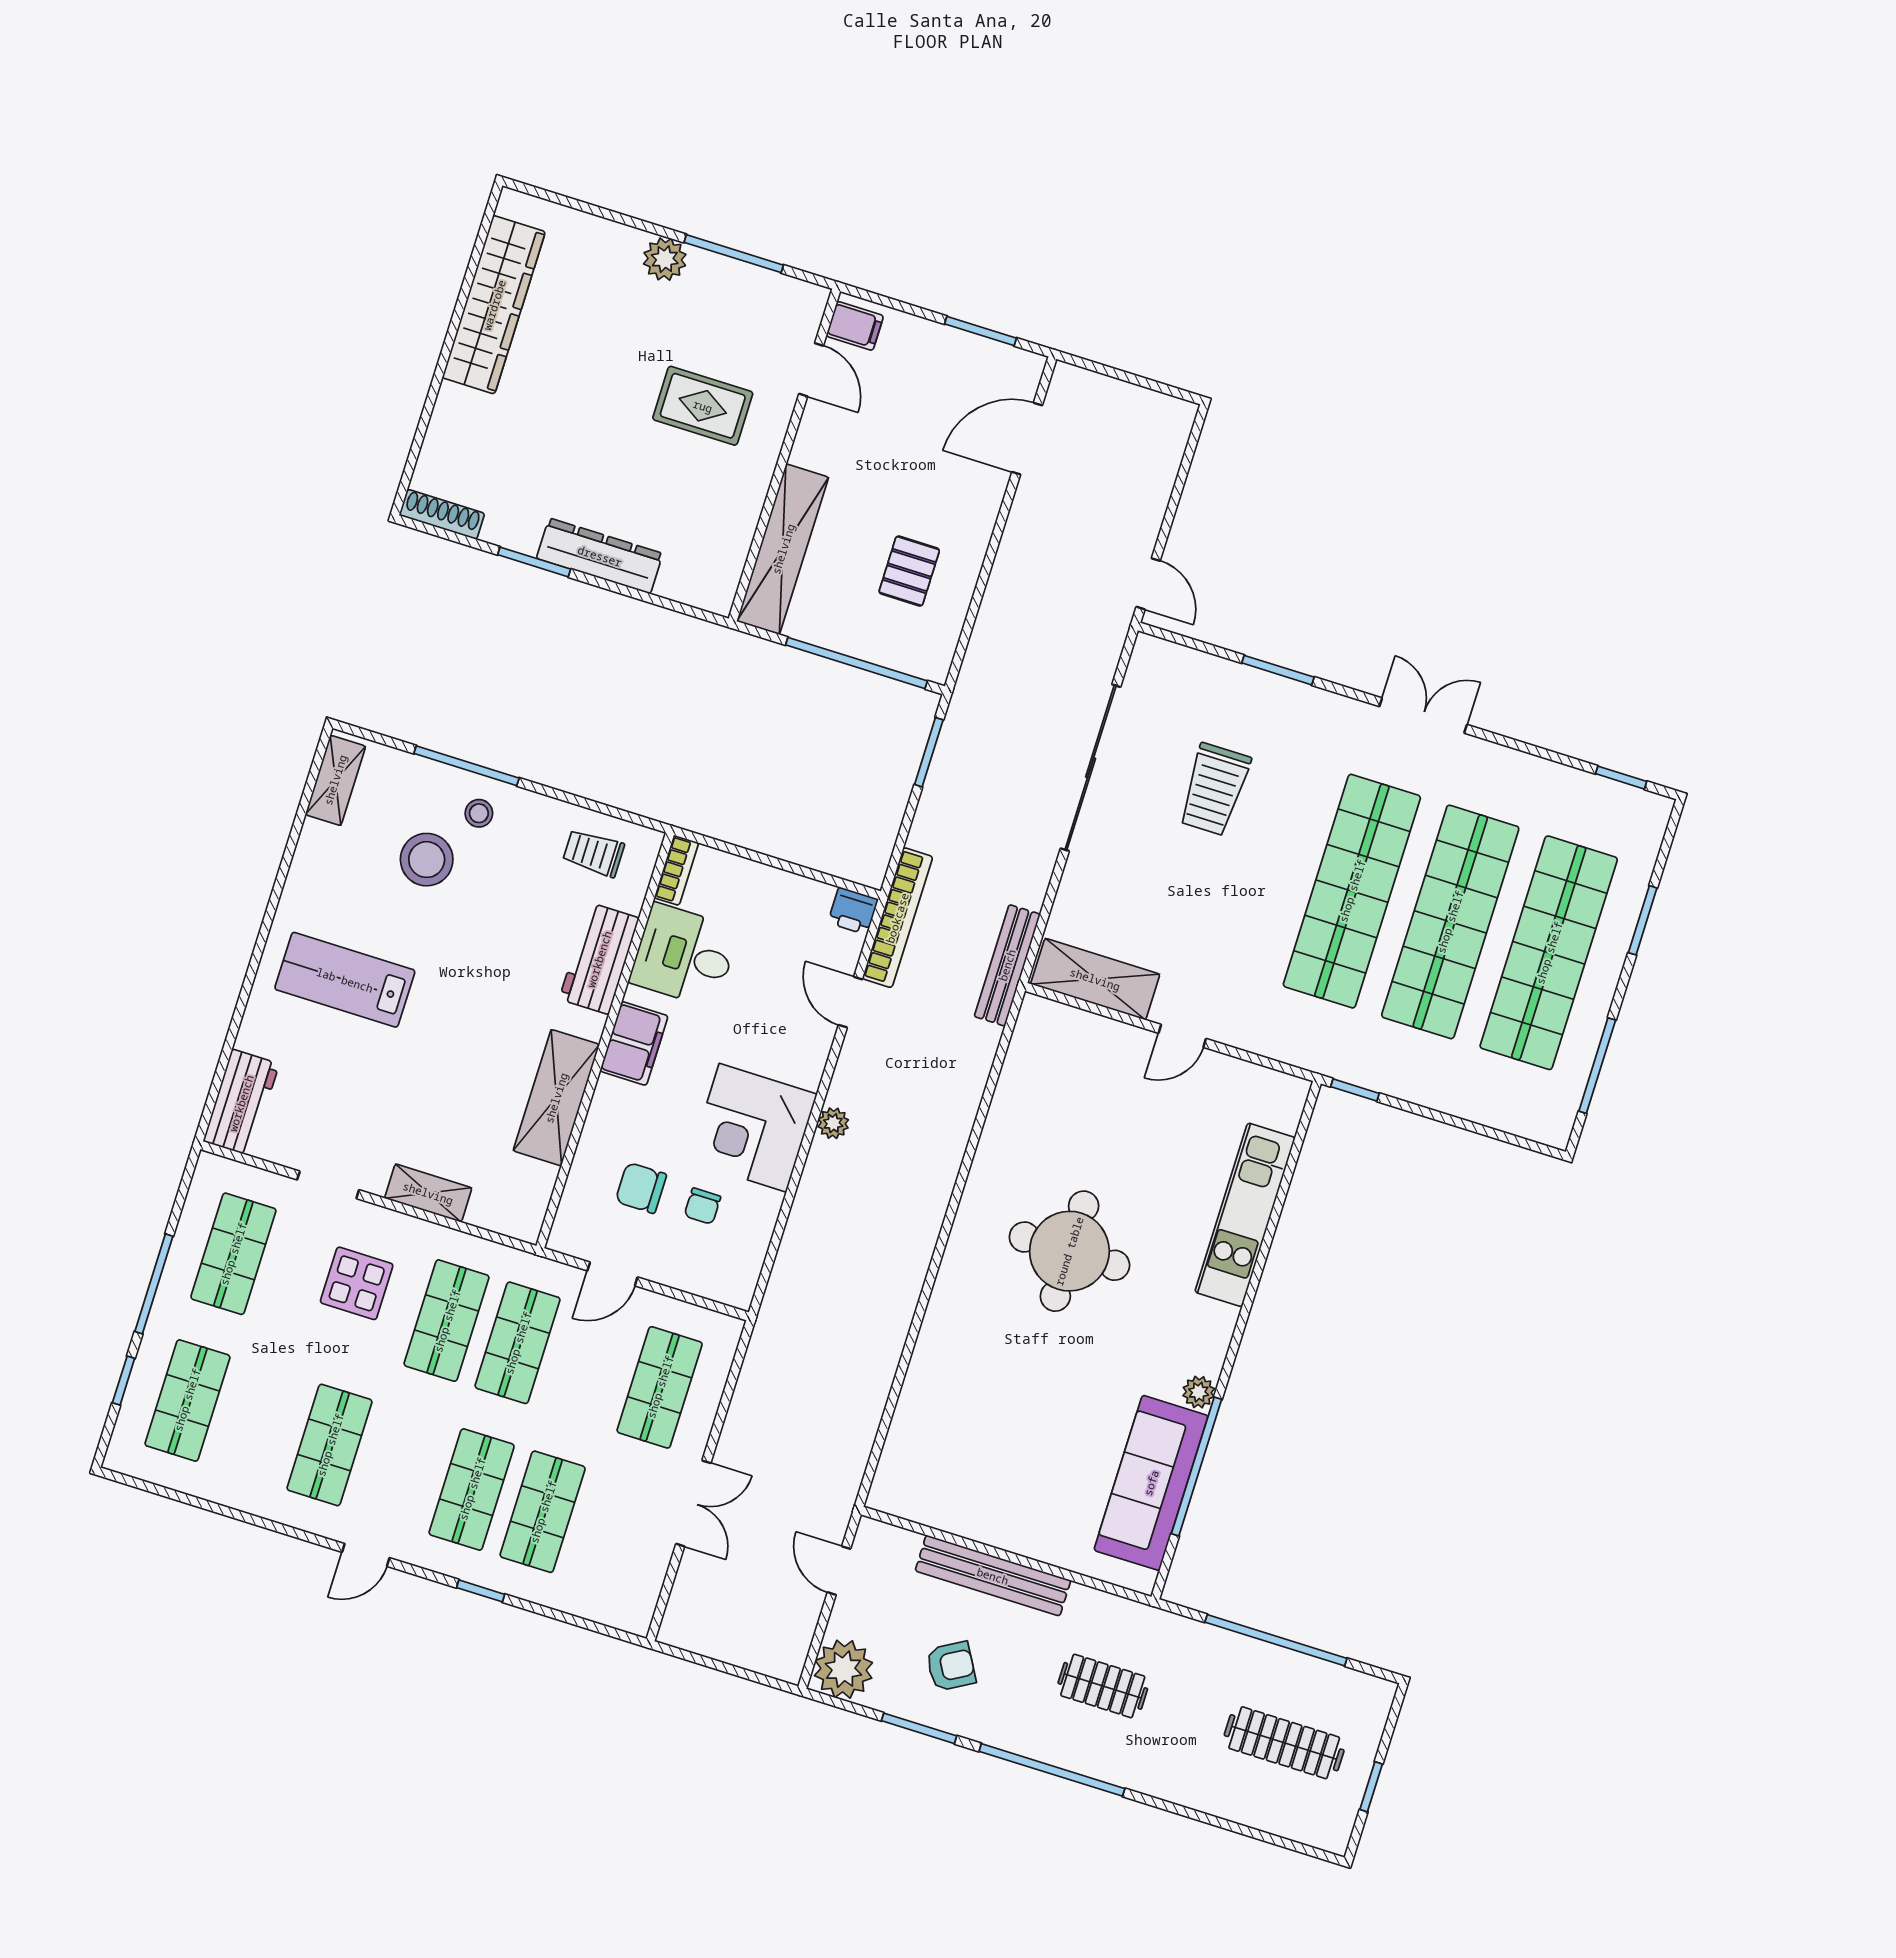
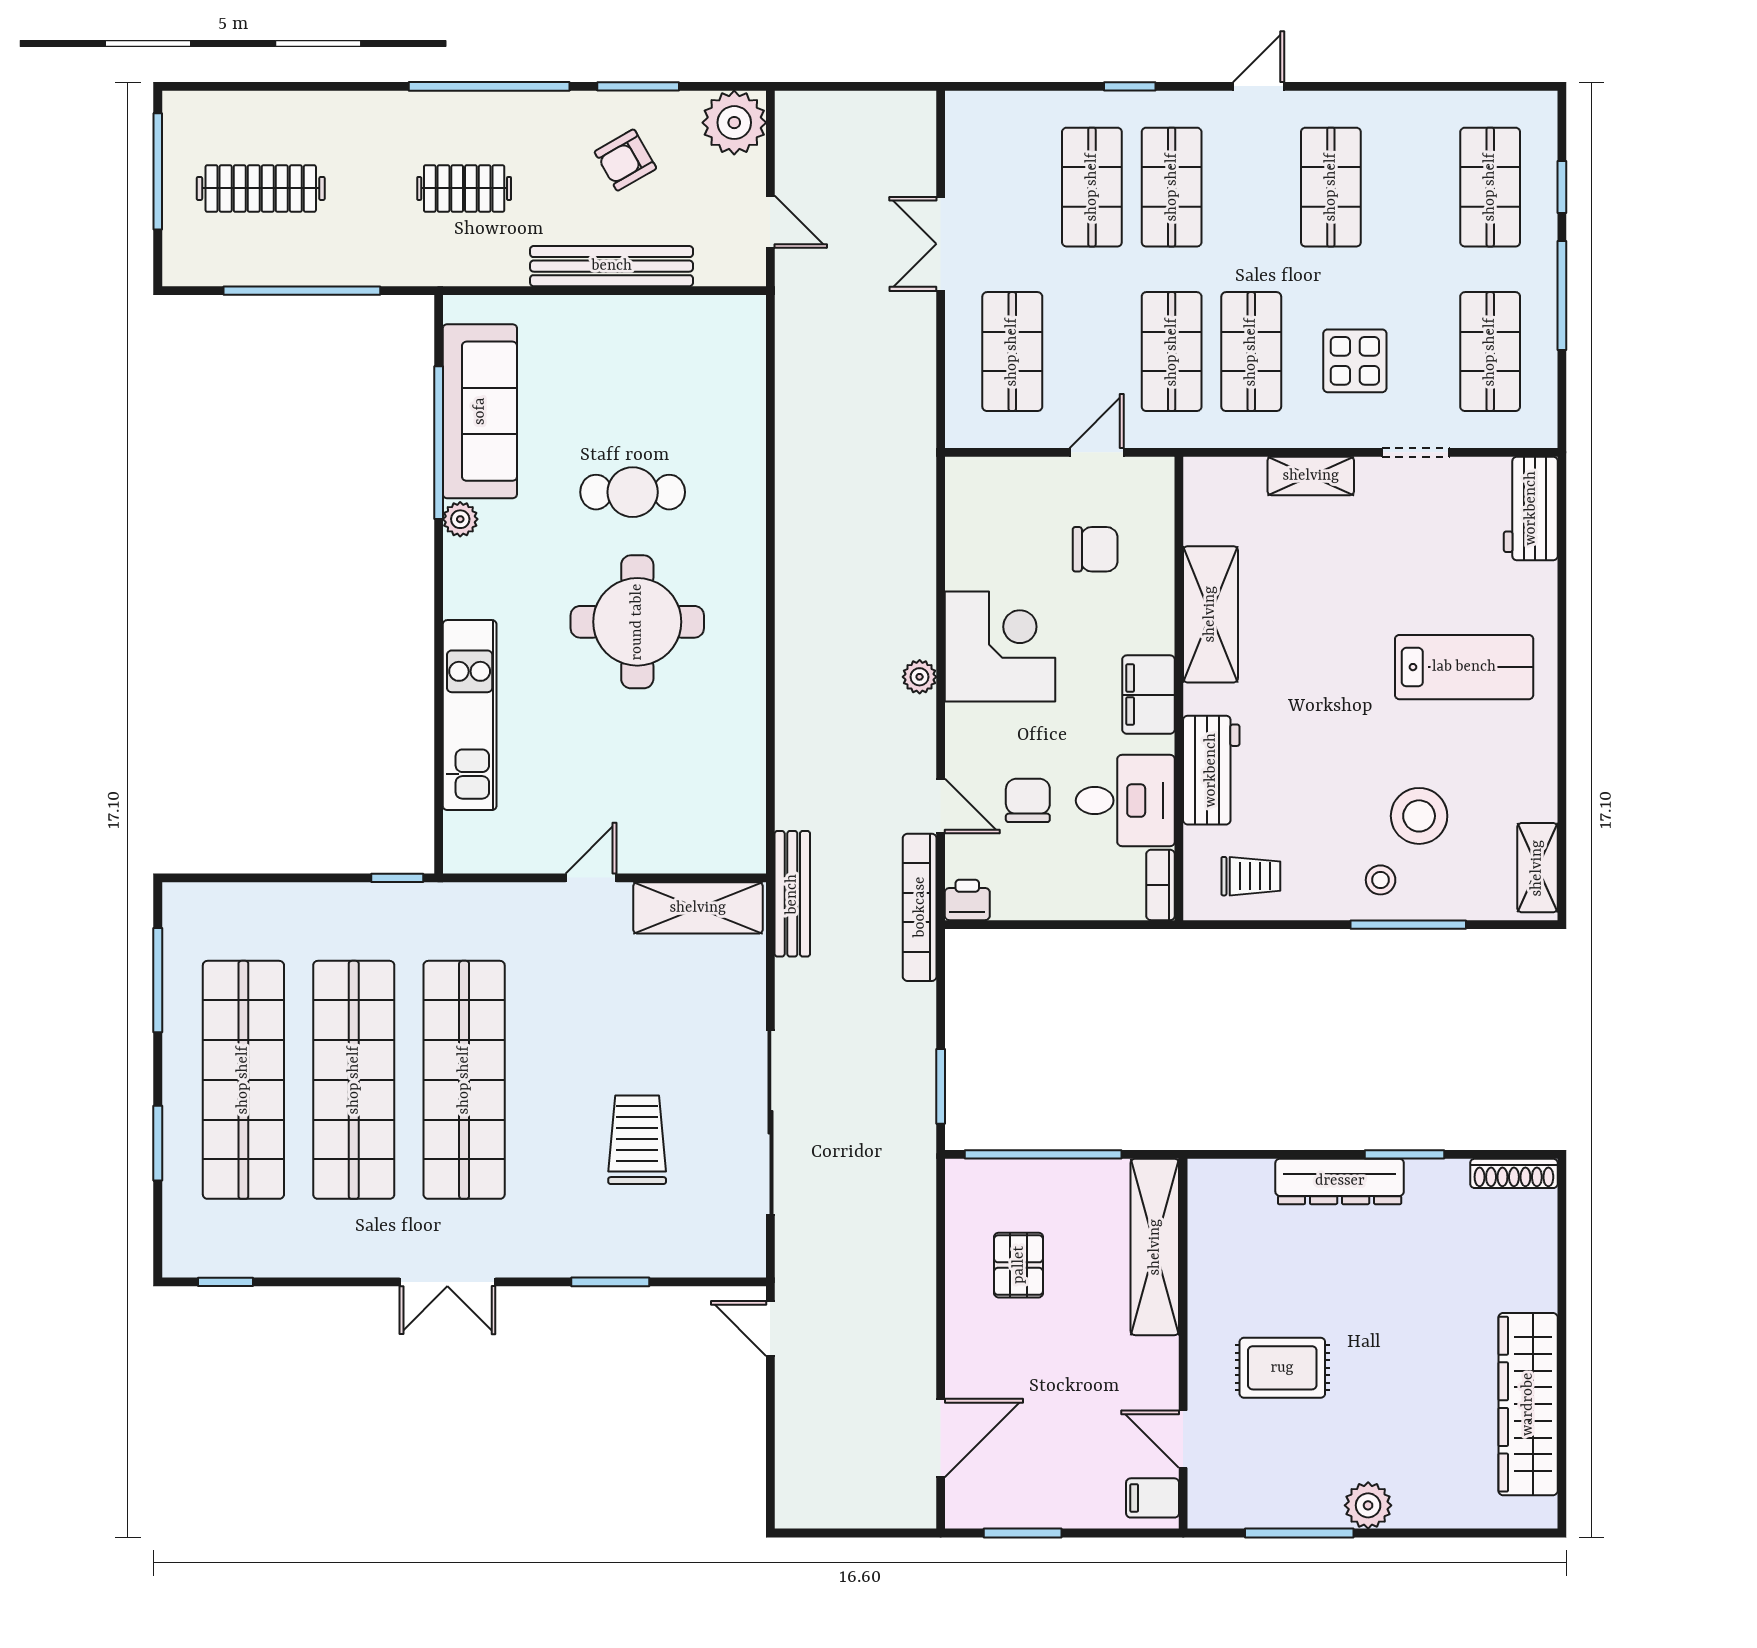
chair: (702, 1206) -> (1028, 800), moved, width x1.37, depth x1.37
cafe table: (1037, 1368) -> (633, 492), added
window: (1371, 1787) -> (158, 171), width x2.17

